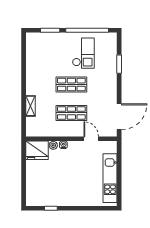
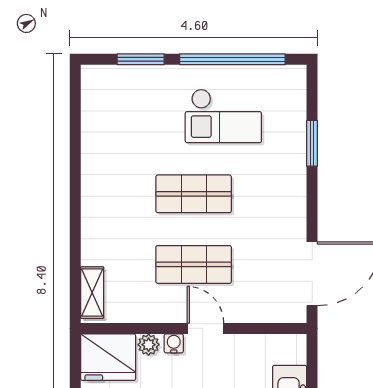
checkout: (83, 53) -> (223, 116), turned 90
shelving: (30, 106) -> (92, 293), moved
door: (91, 139) -> (205, 328), moved

